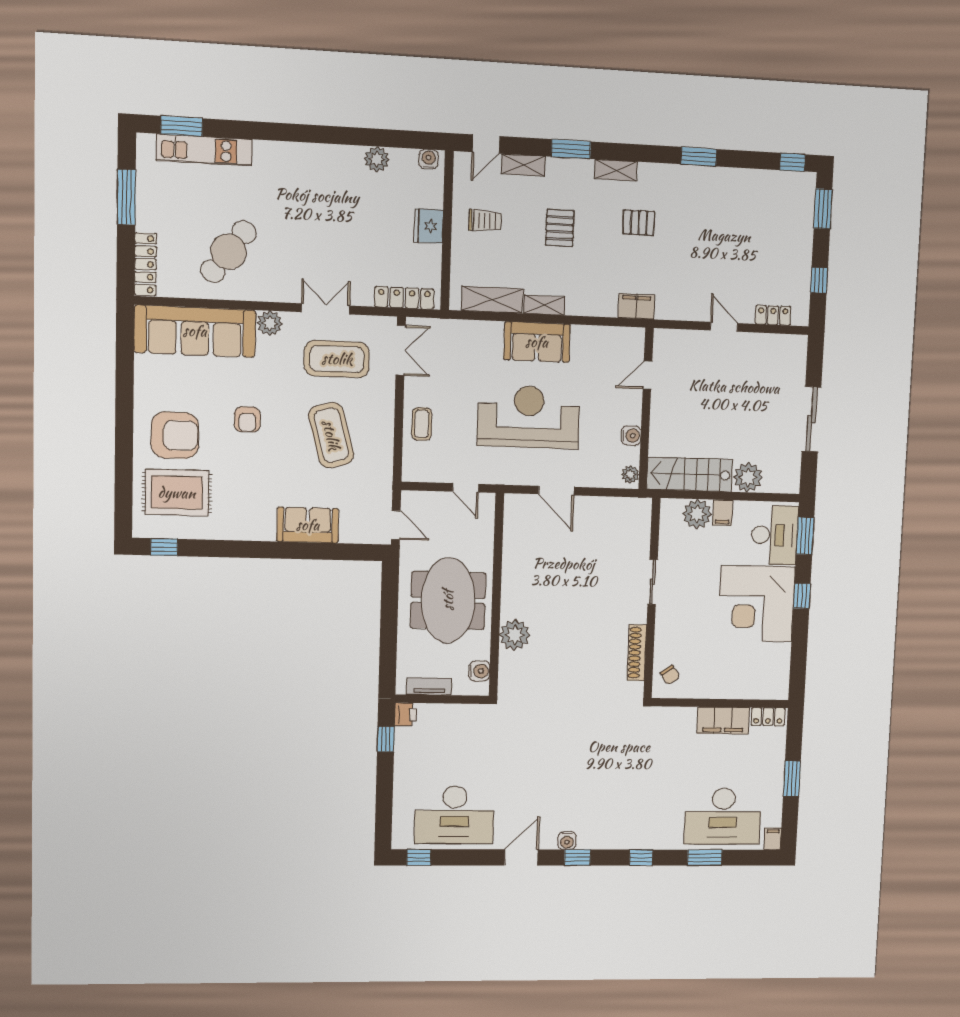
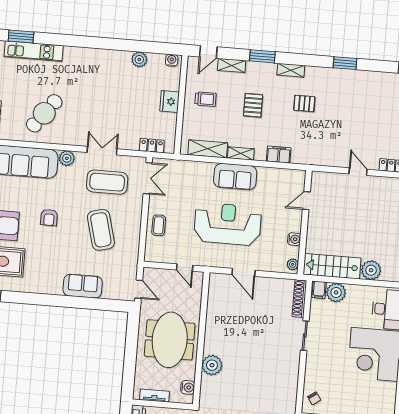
locker: (404, 298) -> (152, 146), width x0.66
filing cabinet: (636, 306) -> (279, 155), moved
filing cabinet: (723, 513) -> (319, 290), moved
shoe rack: (637, 653) -> (299, 298), moved

